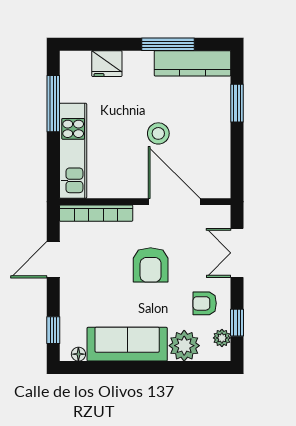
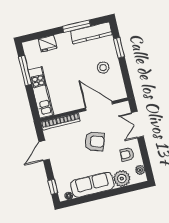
stool: (158, 133) -> (103, 68), moved
armchair: (151, 265) -> (95, 141), turned -72
window: (237, 323) -> (146, 160), removed

